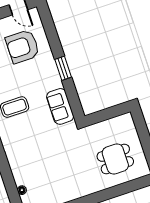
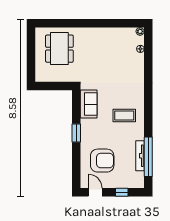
dining table: (115, 159) -> (59, 49), width x1.37

